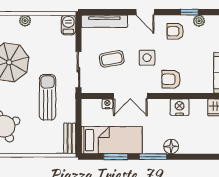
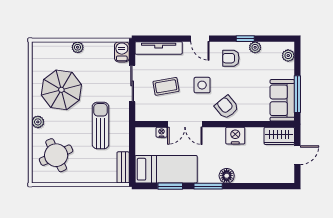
sliding door: (78, 70) -> (132, 83), moved
armchair: (171, 79) -> (227, 107), turned 51

